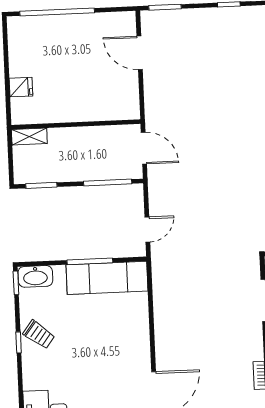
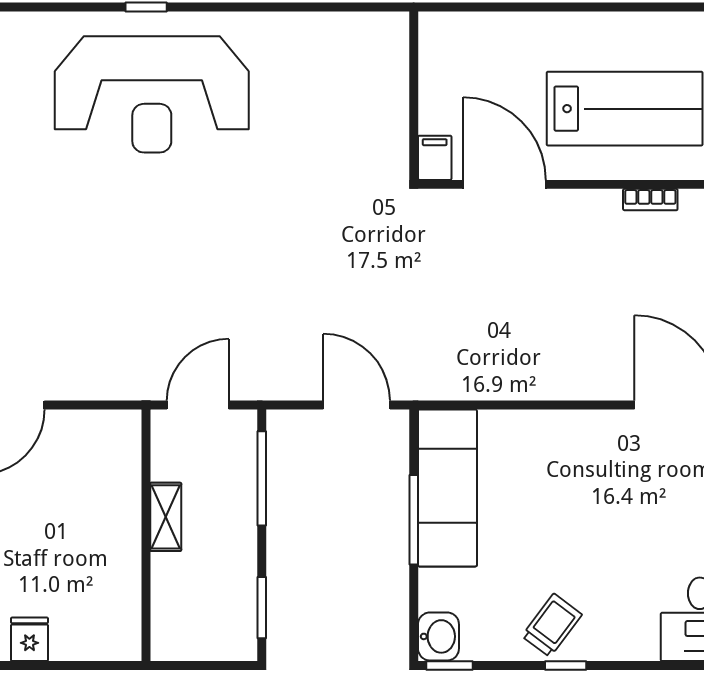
fridge: (21, 87) -> (29, 639), moved
shelving: (29, 137) -> (166, 517), moved
door: (147, 229) -> (357, 405), width x1.38
washbasin: (35, 276) -> (438, 636), width x0.72

